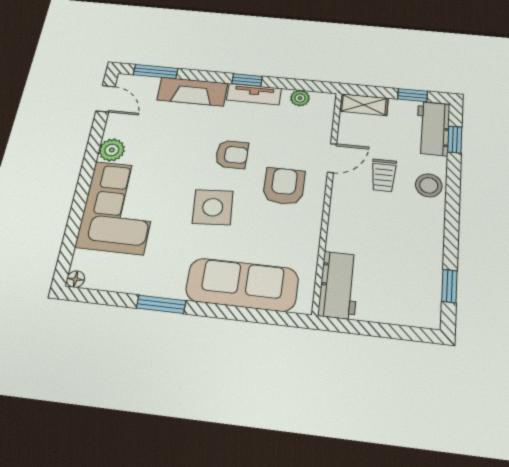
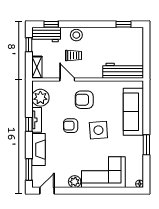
plant: (300, 98) -> (40, 98), width x1.87, depth x1.87
armchair: (232, 154) -> (71, 126), turned -90
workbench: (339, 285) -> (123, 71), width x1.38

